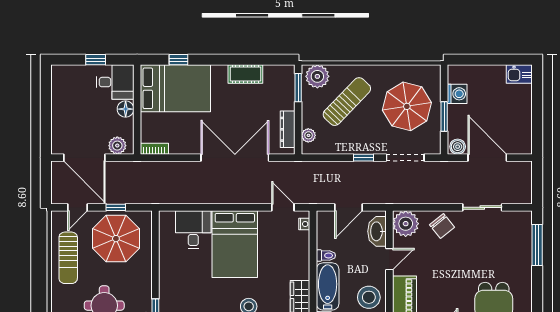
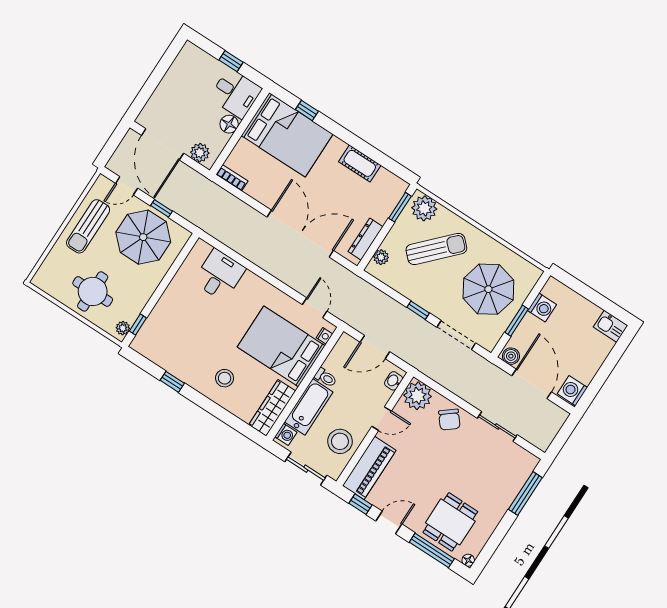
washing machine: (522, 143) -> (572, 391), added
washbasin: (377, 231) -> (394, 381), width x0.52, depth x0.69
bed: (235, 244) -> (281, 346), moved, turned 90

